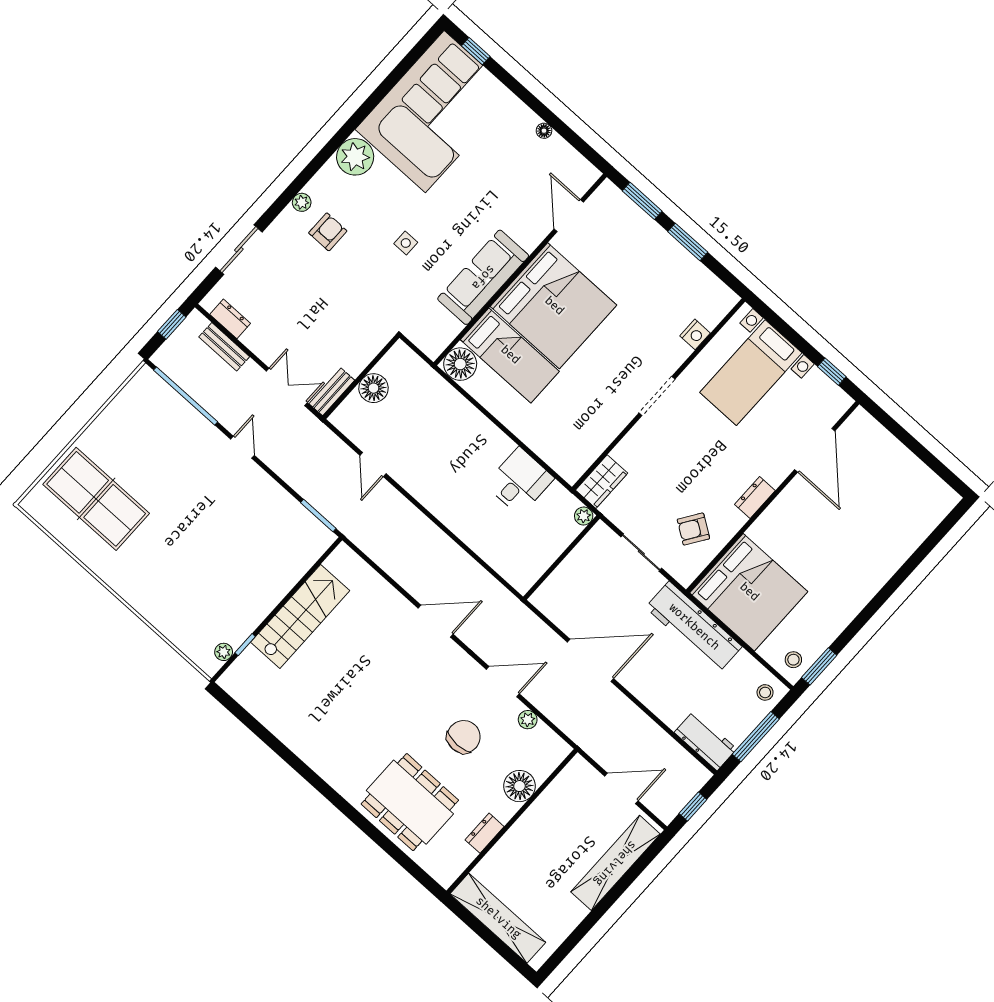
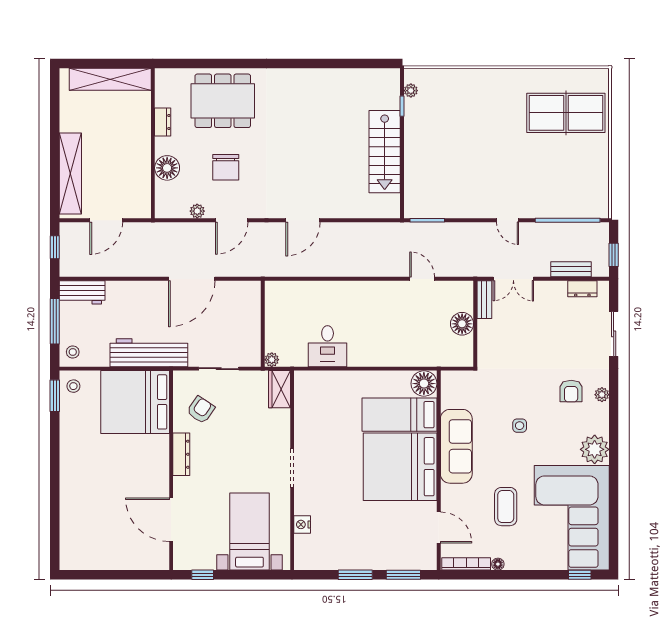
bookcase: (574, 158) -> (466, 564), added
coffee table: (488, 178) -> (506, 507), added
dresser: (755, 497) -> (181, 454), width x1.44

